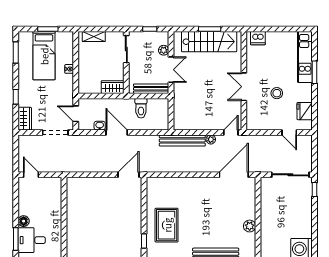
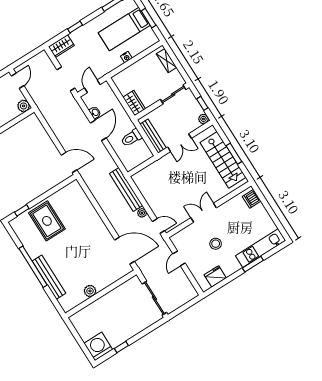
plant: (164, 50) -> (203, 119), moved
door: (289, 132) -> (179, 258), moved
plant: (56, 183) -> (24, 106), added
window: (314, 190) -> (121, 347), moved
rug: (167, 225) -> (47, 221), turned 90

